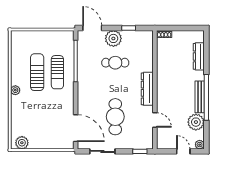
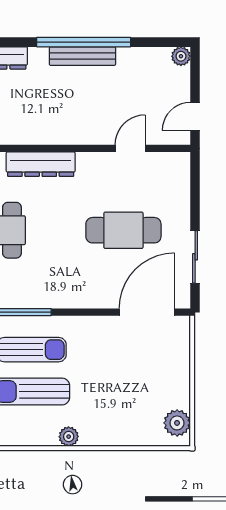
dresser: (147, 89) -> (41, 164), moved
plant: (196, 122) -> (134, 64), removed
window: (140, 151) -> (195, 179), removed
door: (183, 151) -> (195, 116), moved

